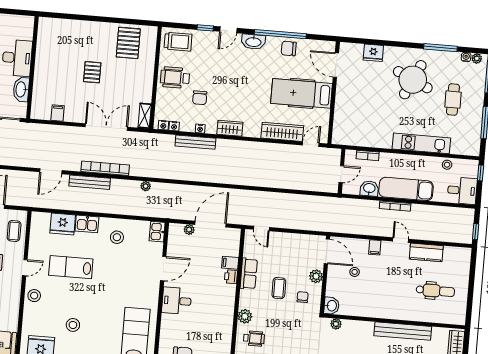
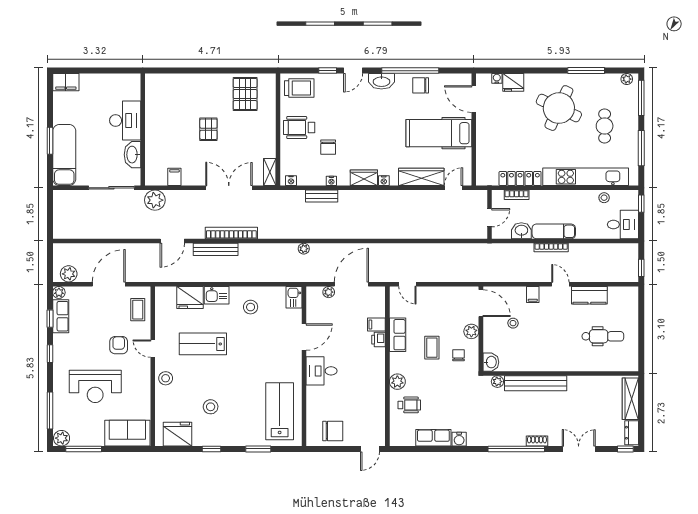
water cooler: (466, 57) -> (497, 78), moved
nightstand: (174, 126) -> (384, 181), moved
plant: (38, 133) -> (155, 200), added
locker: (372, 141) -> (520, 178), added
bench: (195, 142) -> (322, 196), width x0.73
kitchen unit: (421, 143) -> (586, 177), width x1.36
plant: (146, 186) -> (304, 249), moved
exam couch: (406, 189) -> (554, 231), width x0.73, depth x0.69
door: (25, 268) -> (153, 349), swing flipped
bench: (403, 331) -> (536, 383), moved

